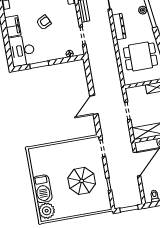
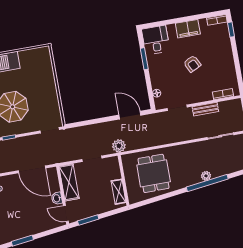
dresser: (119, 27) -> (187, 149), removed
desk: (22, 51) -> (156, 40), width x0.73
plant: (116, 87) -> (119, 146), added
door: (94, 105) -> (130, 115), moved

